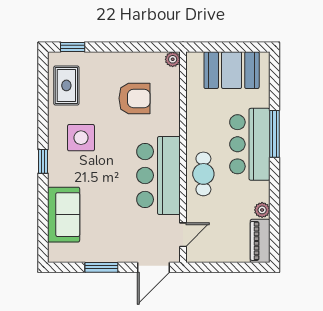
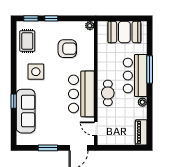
window: (107, 47) -> (51, 18), added
window: (43, 161) -> (14, 101), moved
plant: (262, 210) -> (142, 102), moved
sofa: (64, 215) -> (26, 111), width x1.36
door: (183, 235) -> (96, 129), swing flipped

